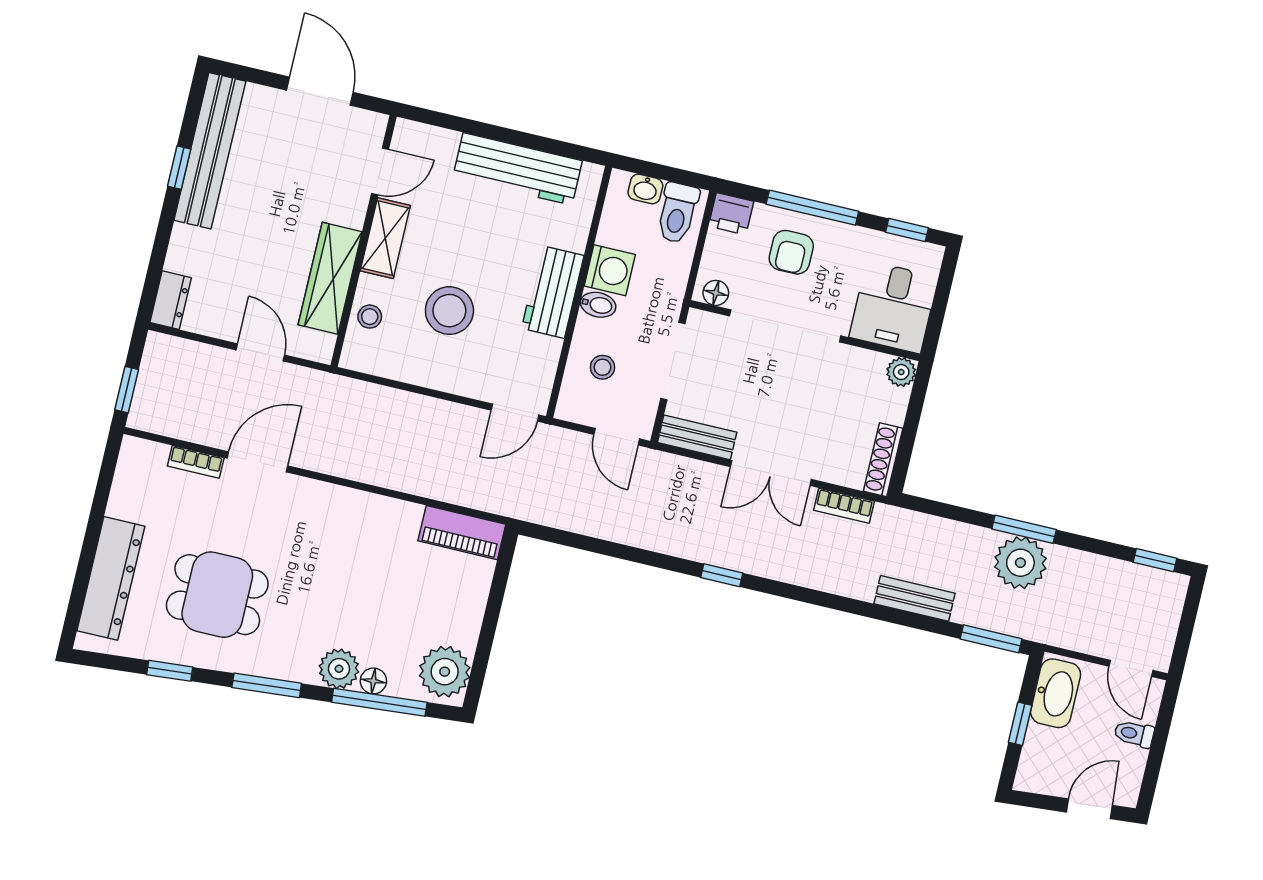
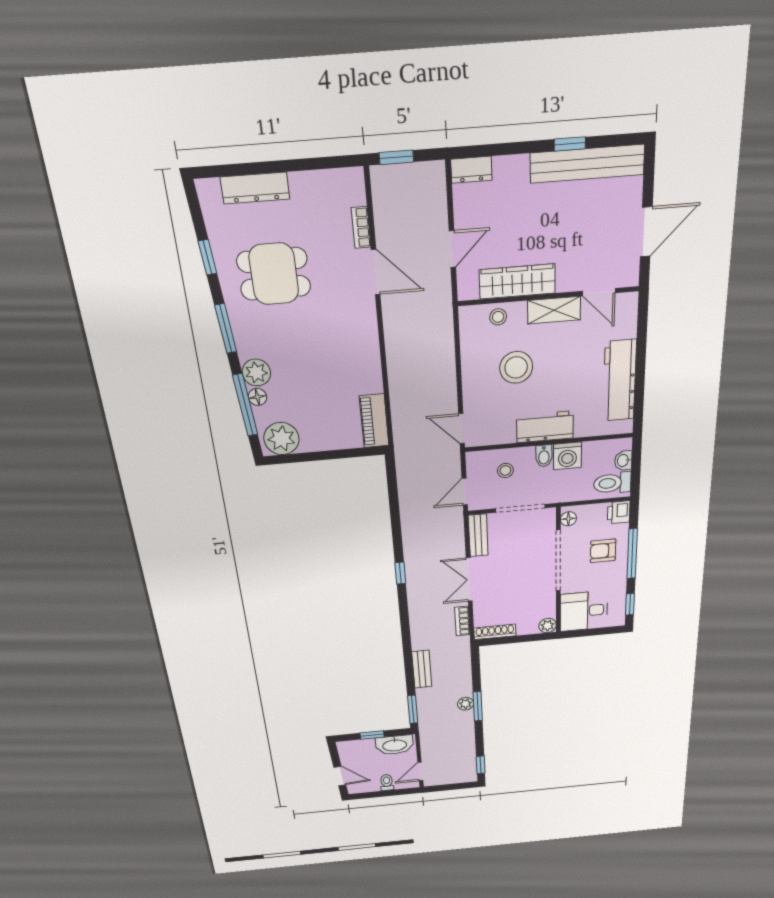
plant: (1020, 563) -> (466, 704), width x0.53, depth x0.53
dresser: (111, 578) -> (255, 188), width x0.73, depth x0.80
dining table: (217, 595) -> (274, 274), turned 90

